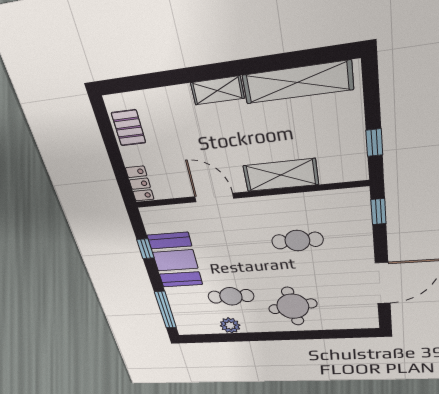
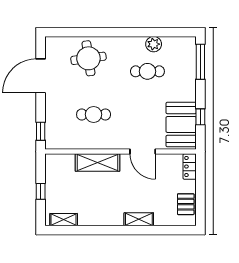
shelving: (297, 82) -> (64, 220), width x0.45, depth x0.75
shelving: (217, 90) -> (139, 219), moved
window: (374, 143) -> (41, 191), moved
booth: (175, 260) -> (181, 125), moved
round table: (293, 306) -> (88, 58), moved

